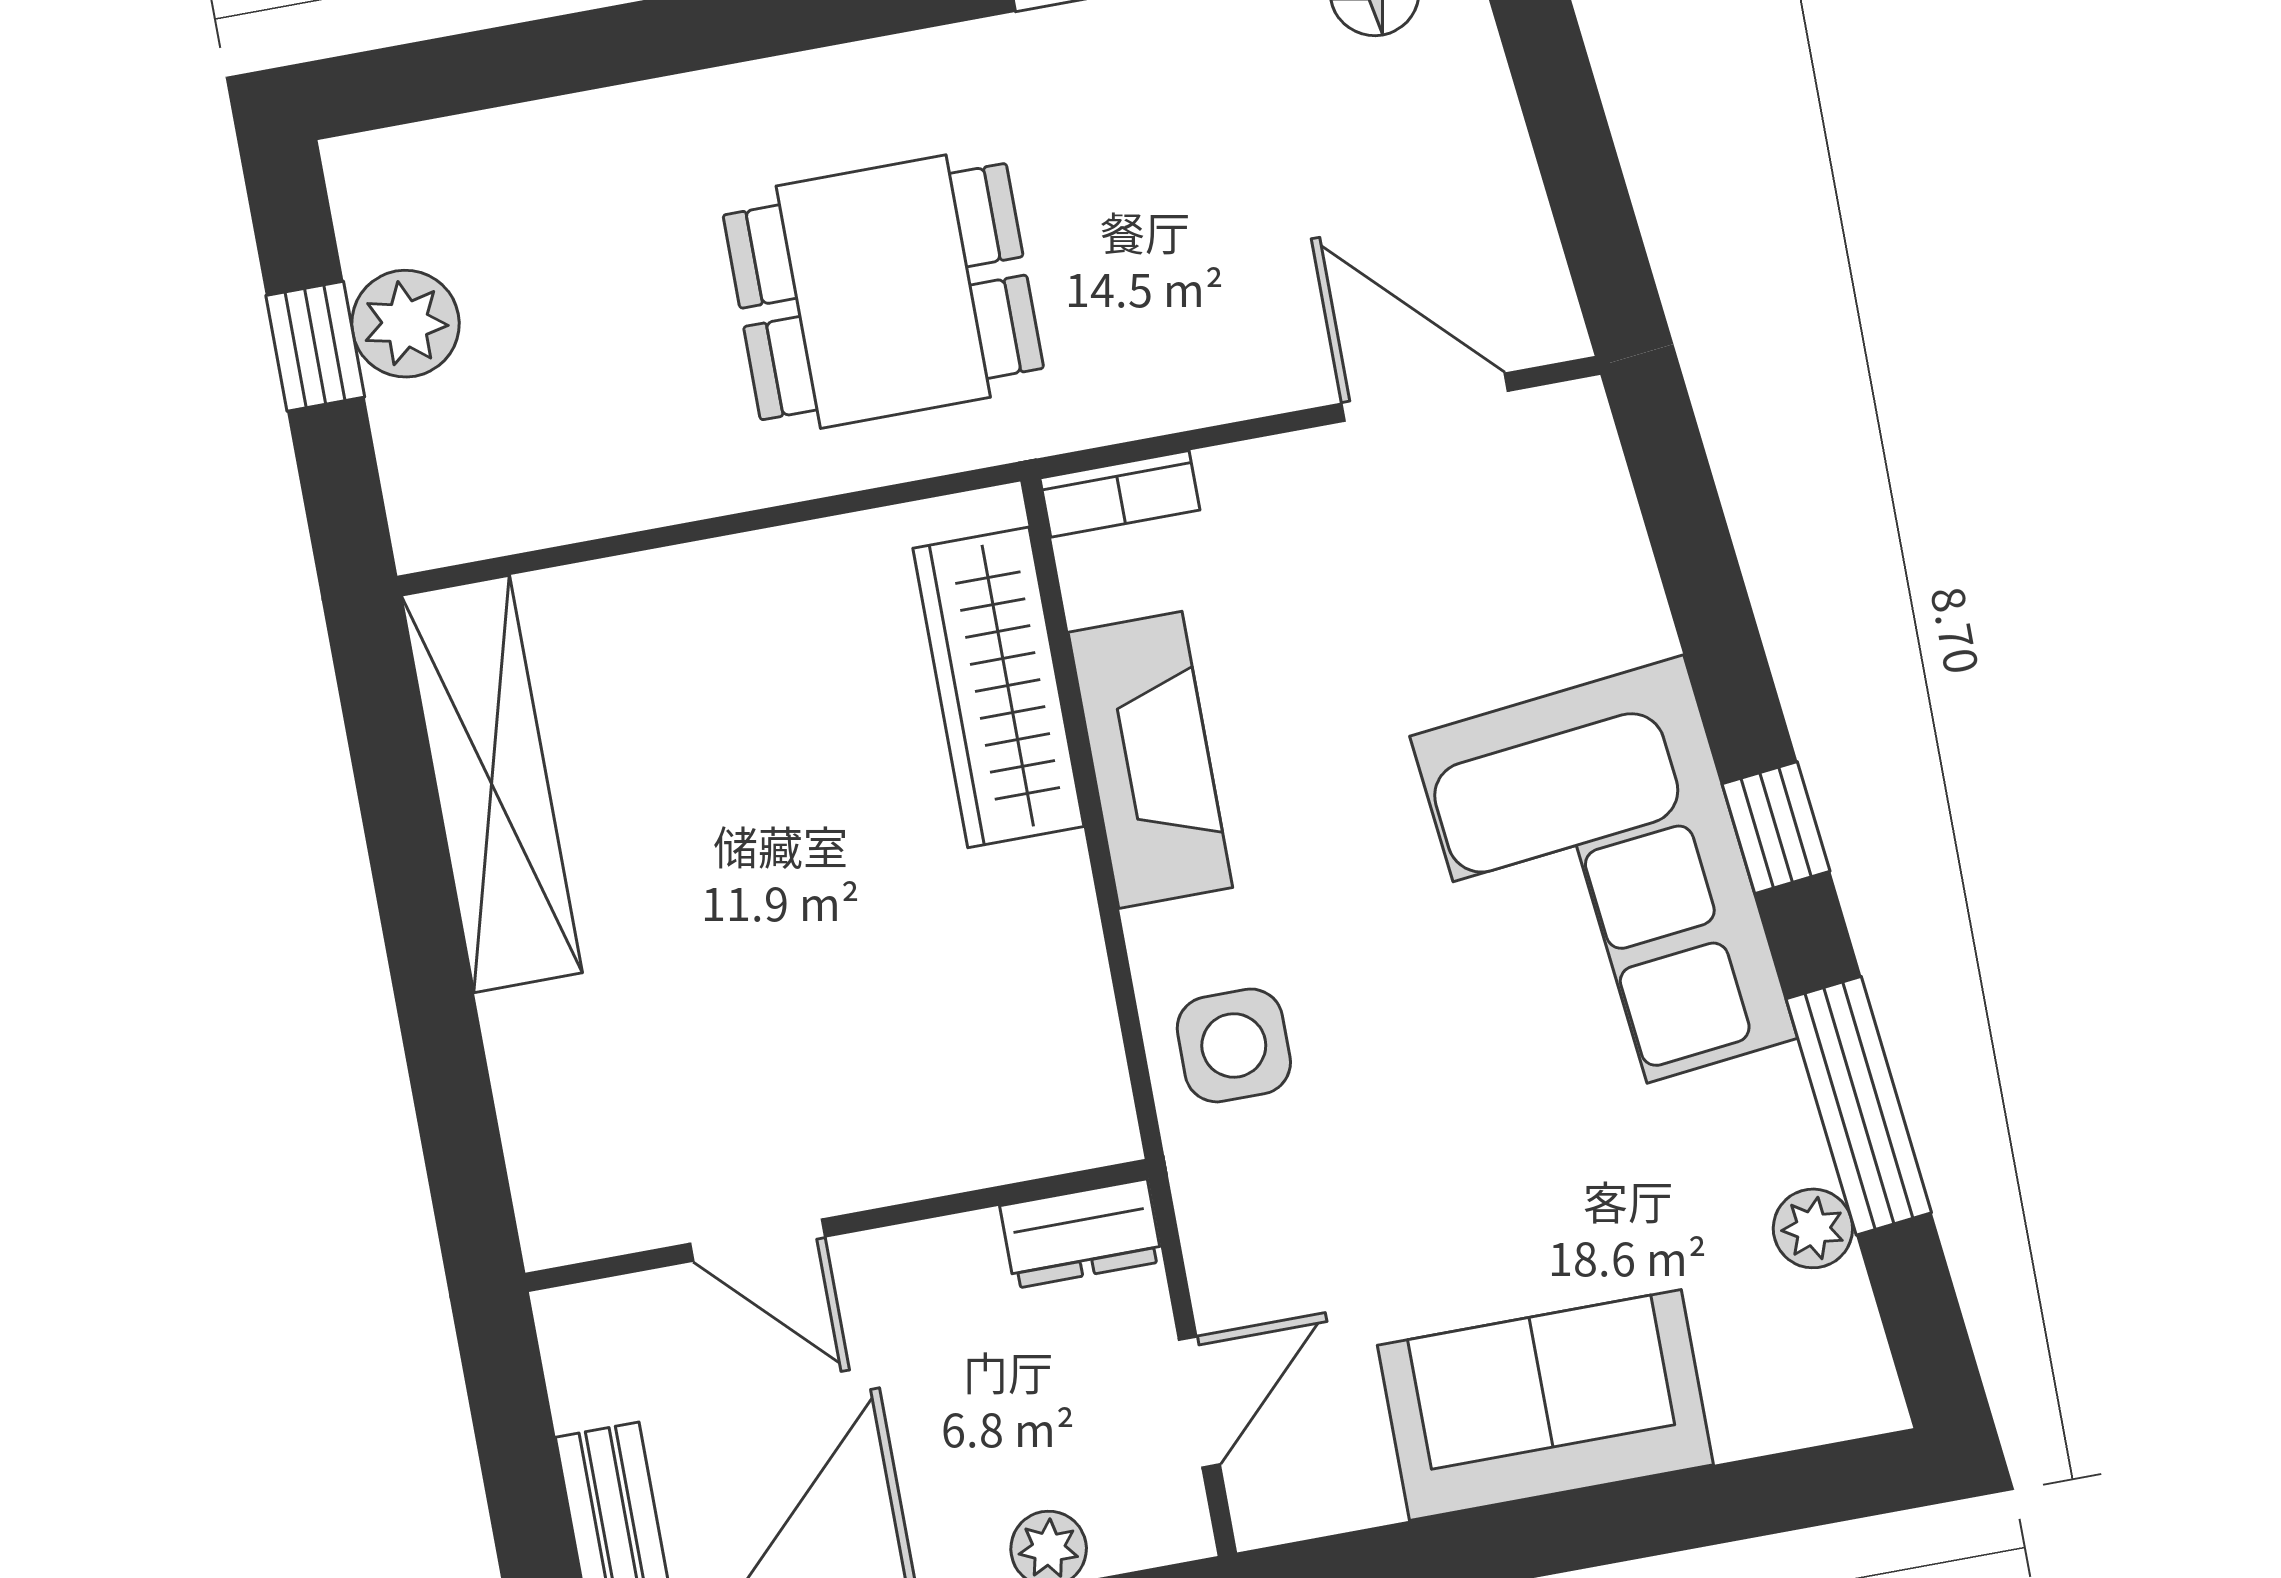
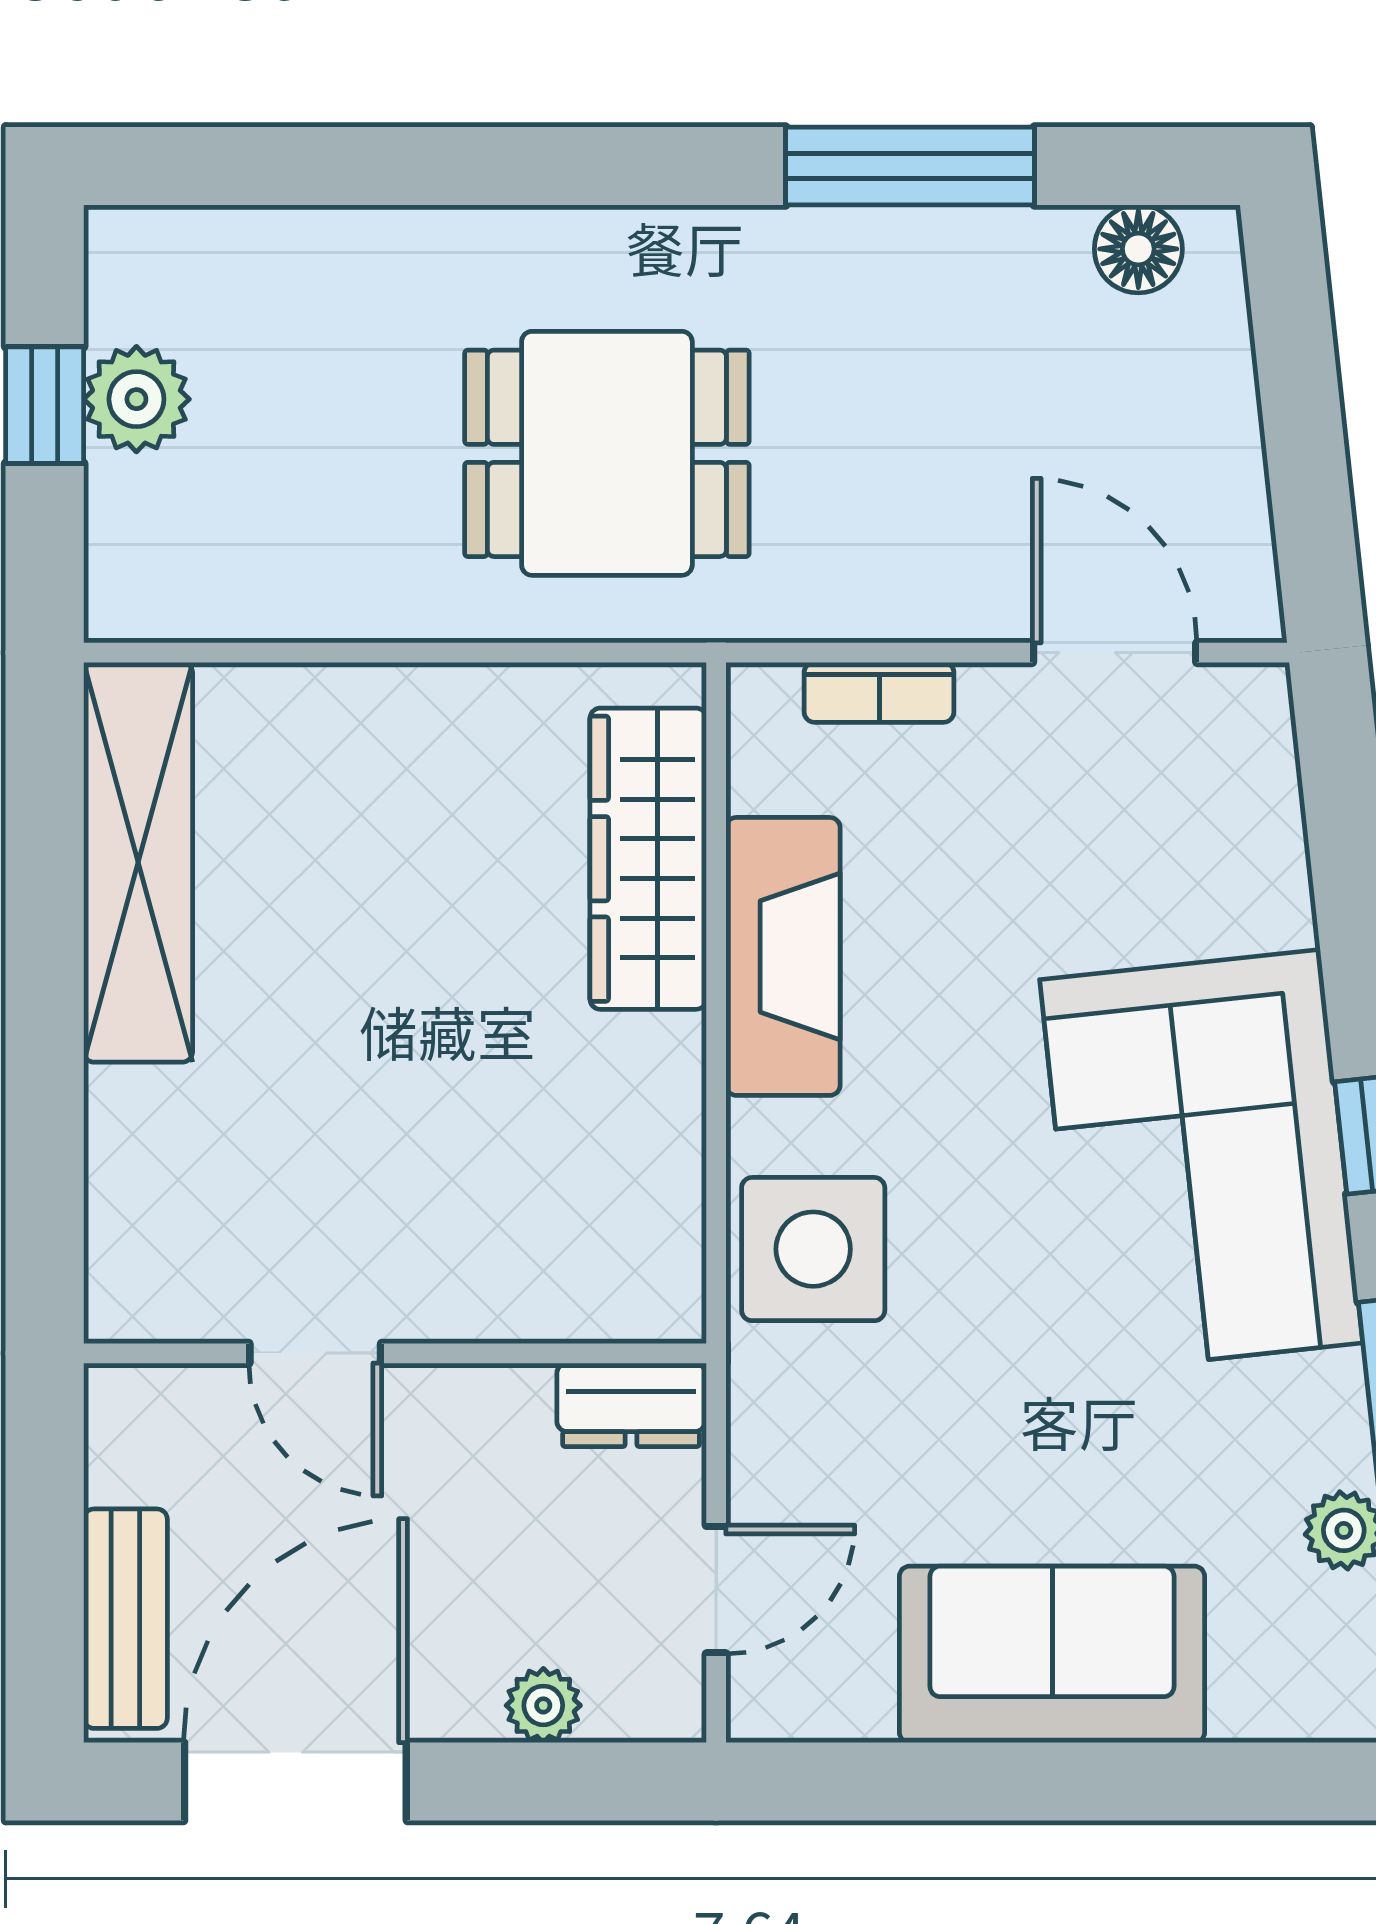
bookcase: (1120, 494) -> (879, 692), moved
side table: (1234, 1045) -> (813, 1249), width x1.37, depth x1.37

